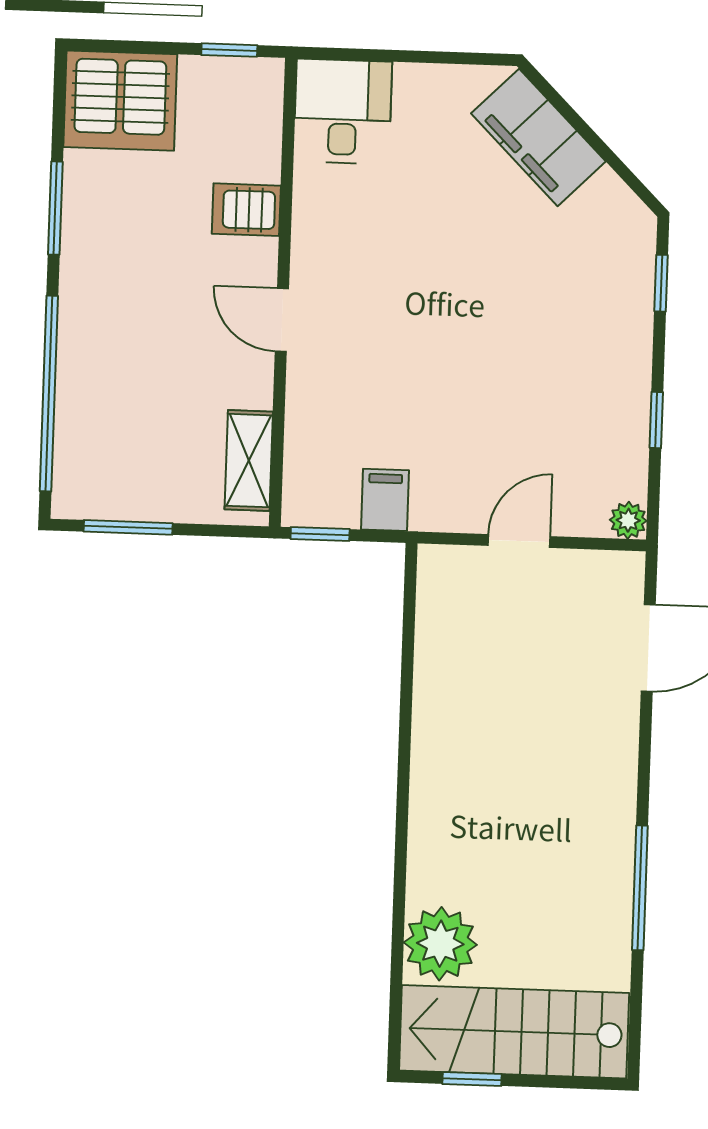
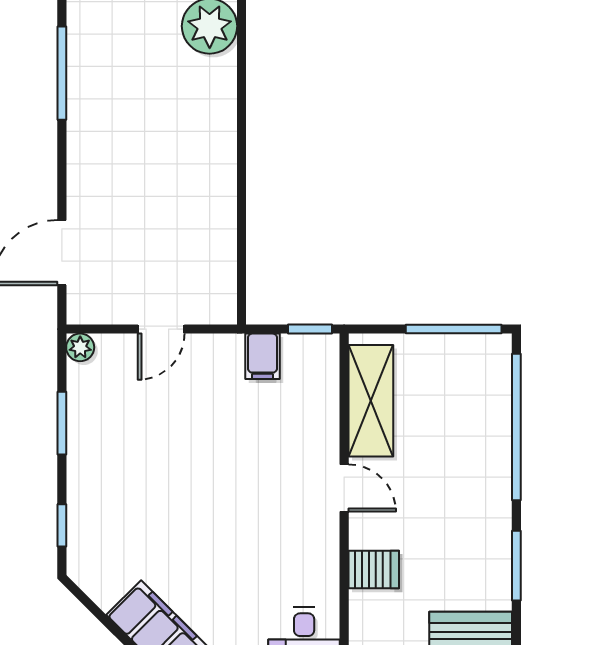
window: (656, 420) -> (62, 423), width x1.50
shelving: (249, 461) -> (371, 401), width x1.50, depth x1.33
window: (128, 527) -> (454, 329), width x1.44

